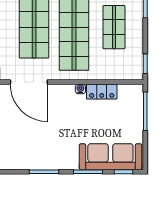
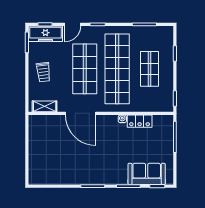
sofa: (110, 157) -> (147, 174), width x0.73

